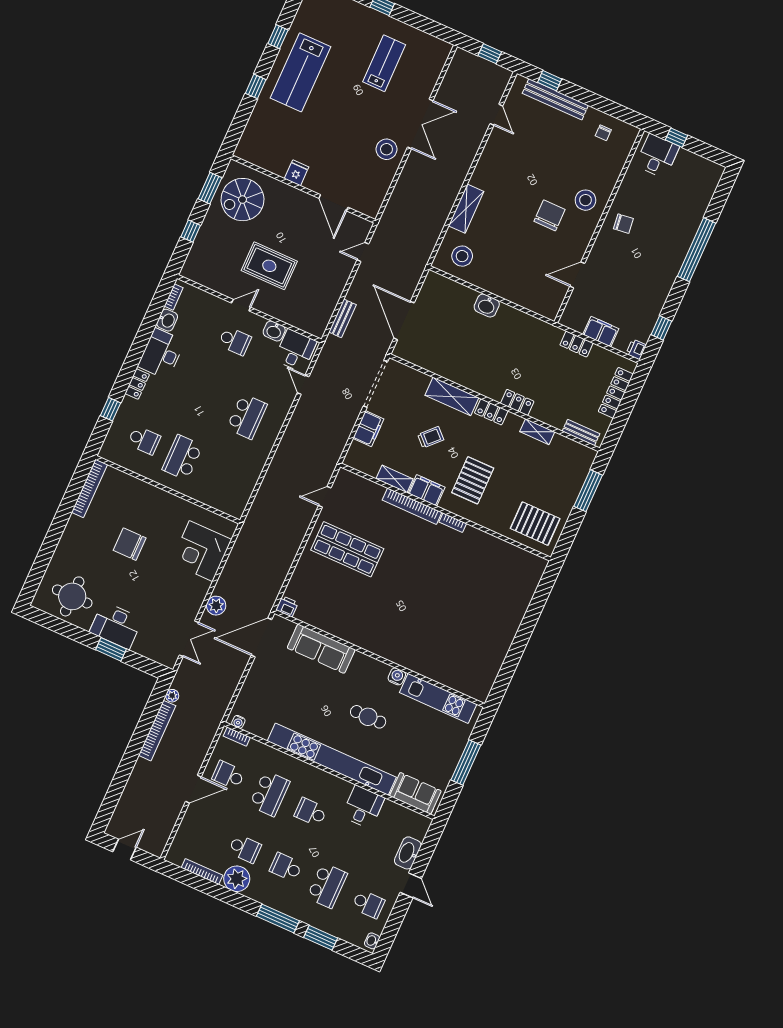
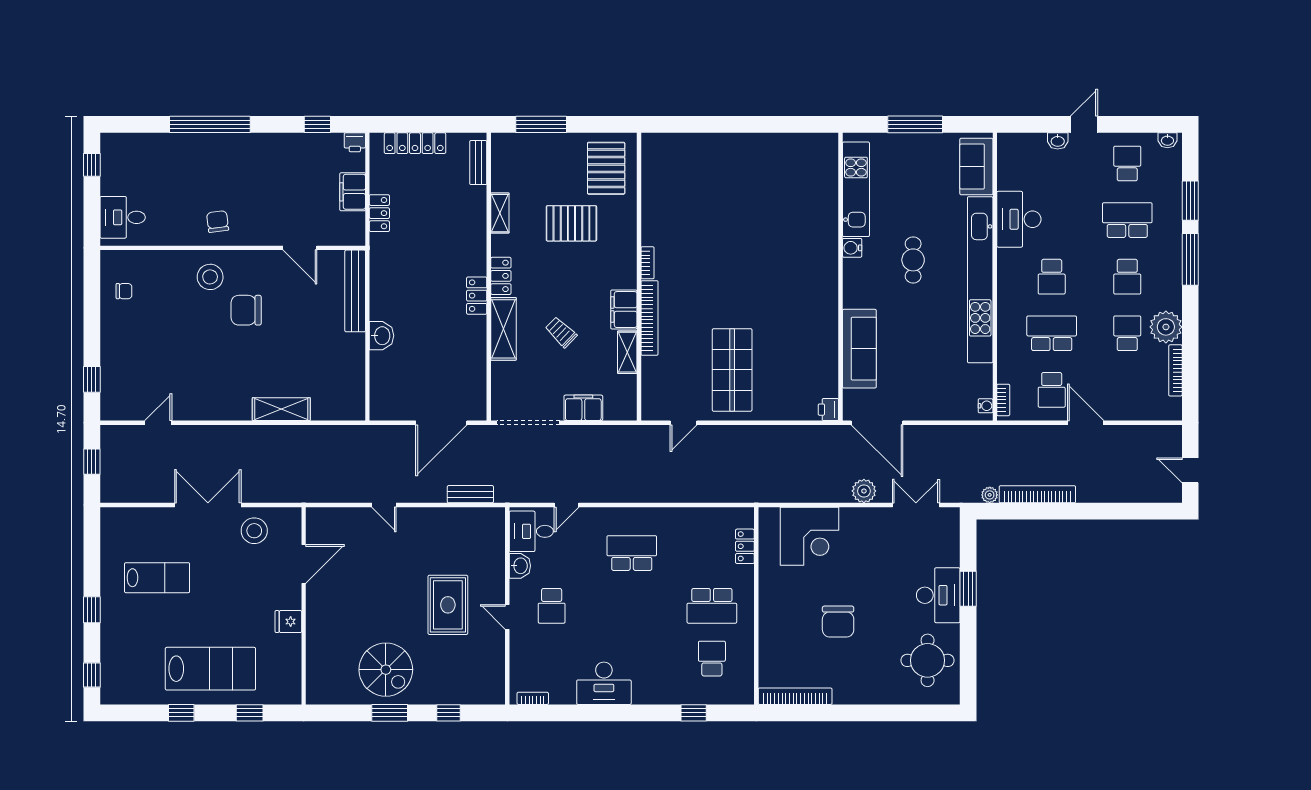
lab bench: (384, 63) -> (157, 578), turned 180
bench: (555, 99) -> (355, 291), moved
window: (676, 138) -> (92, 165), moved
fridge: (297, 173) -> (288, 622), moved
wall: (303, 189) -> (304, 606), moved
door: (333, 203) -> (304, 564), moved
stool: (462, 256) -> (338, 389), removed
washbasin: (167, 320) -> (563, 694), removed
school desk: (235, 341) -> (552, 606), turned 180
locker: (137, 384) -> (745, 546), moved, turned -90
locker: (517, 402) -> (477, 296), moved
pallet: (473, 480) -> (571, 223), moved
door: (325, 497) -> (684, 423), hinge flipped
desk: (363, 807) -> (1019, 219), width x1.37
washbasin: (408, 853) -> (1058, 141), width x0.52, depth x0.69

